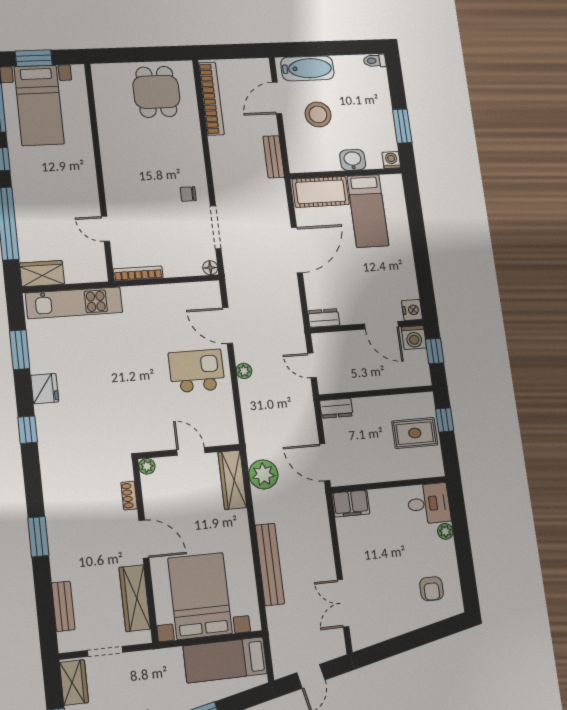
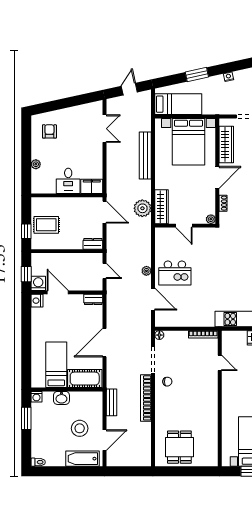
bookcase: (211, 99) -> (146, 398), moved
desk: (429, 504) -> (68, 181), moved, turned -90
door: (144, 539) -> (217, 177), swing flipped

